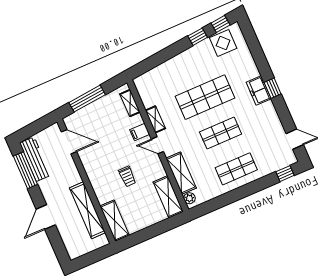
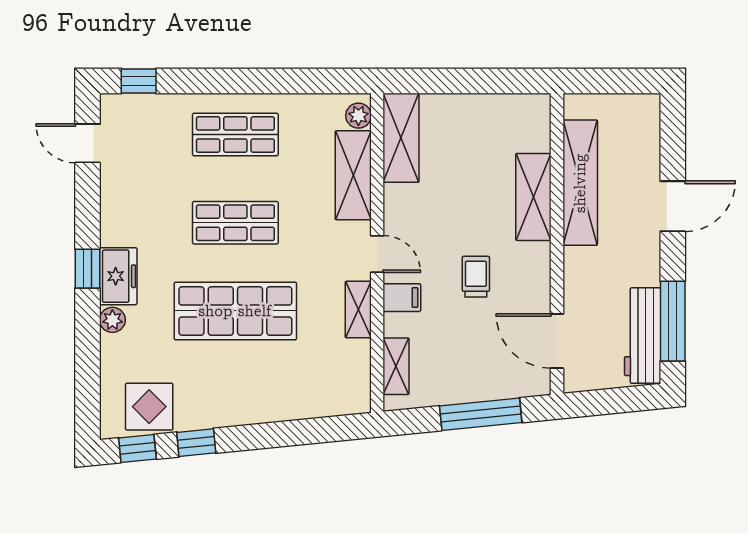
plant: (253, 72) -> (112, 320), added
trolley: (127, 176) -> (476, 277), moved
shelving: (115, 221) -> (533, 197), moved

